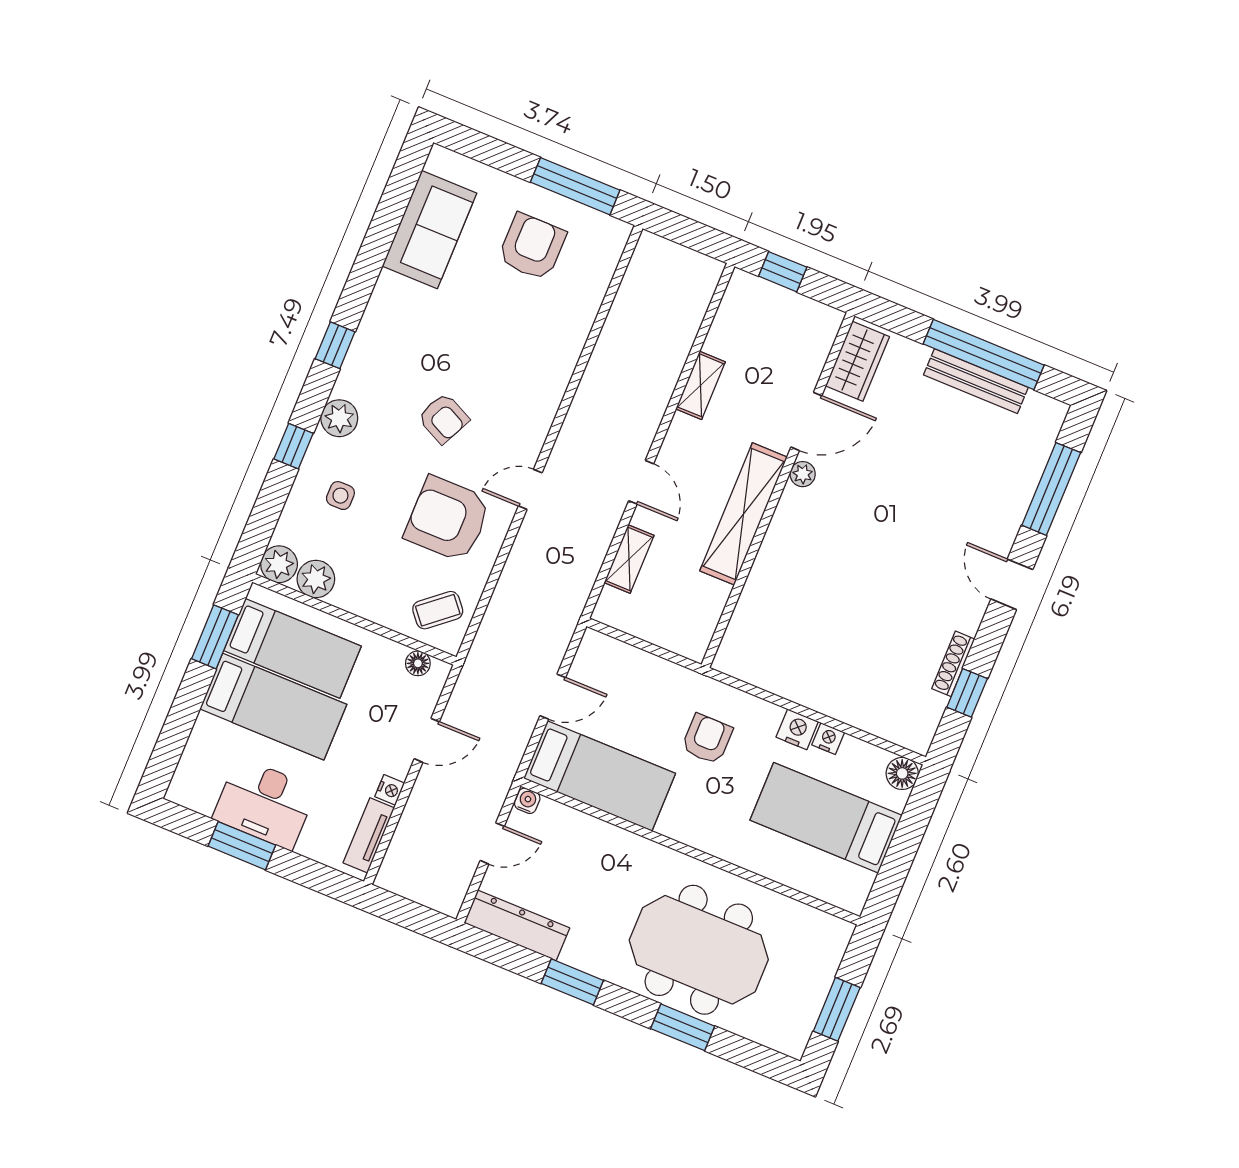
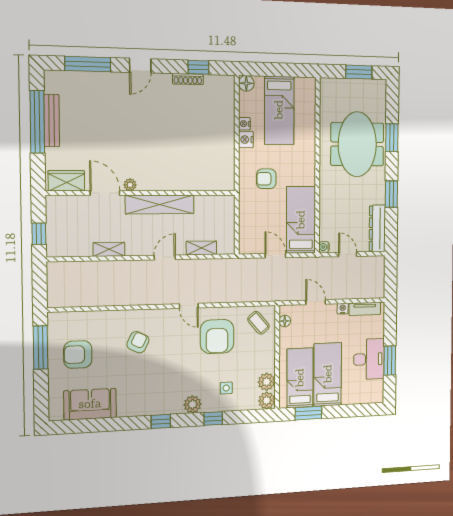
armchair: (443, 418) -> (138, 342), moved

